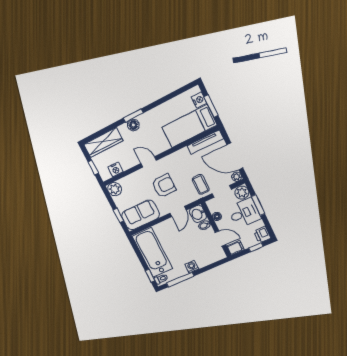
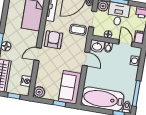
armchair: (164, 186) -> (53, 40), moved
door: (220, 239) -> (125, 43), hinge flipped
washing machine: (192, 267) -> (135, 61), moved

